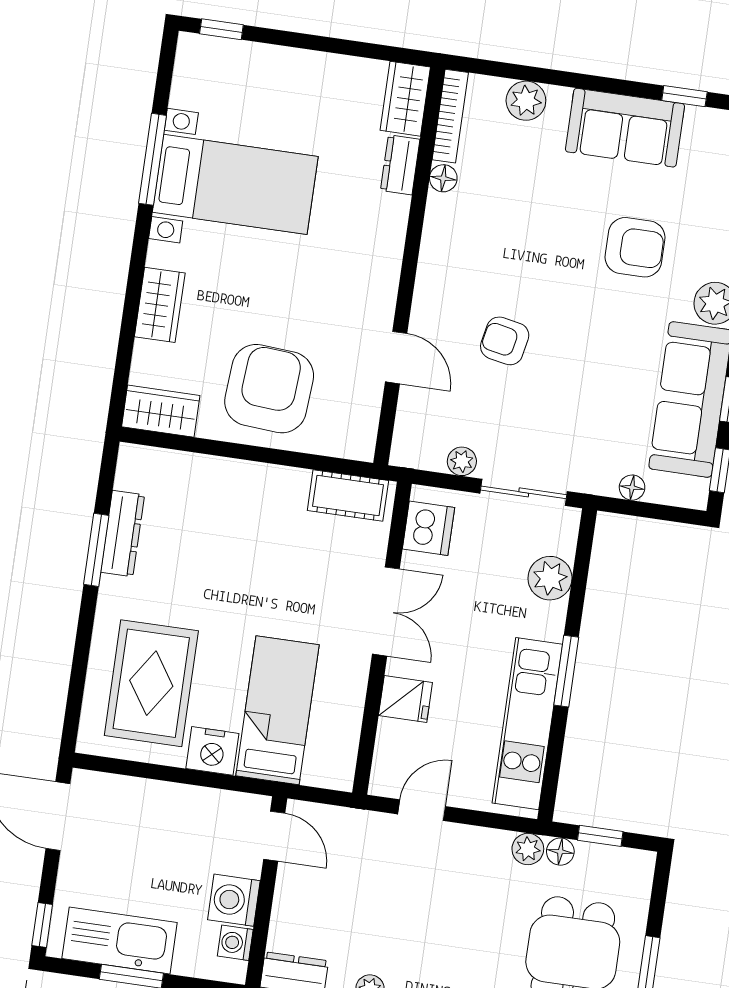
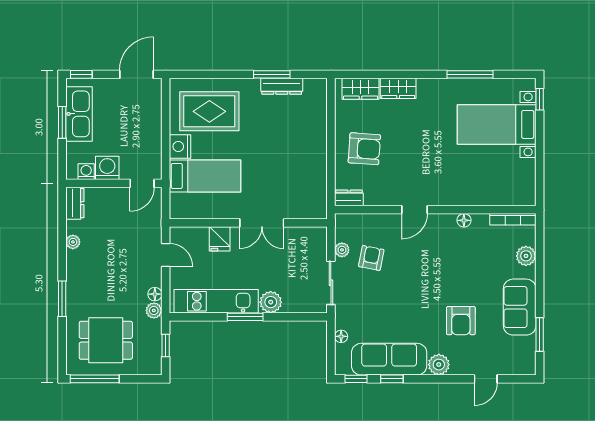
window: (684, 96) -> (540, 334), width x1.50
wardrobe: (405, 99) -> (518, 196), removed
dresser: (400, 165) -> (349, 198), moved
floor lamp: (443, 178) -> (464, 220), moved
bed with nightstands: (235, 184) -> (497, 124), moved, turned 90
armchair: (505, 341) -> (371, 258), moved
door: (396, 358) -> (415, 210), moved
armchair: (269, 389) -> (364, 149), width x0.73, depth x0.73
wardrobe: (161, 411) -> (361, 89), moved, turned 90
cot: (348, 496) -> (317, 196), removed
dishwasher: (429, 528) -> (306, 238), removed
plant: (550, 578) -> (271, 302), moved
floor lamp: (560, 852) -> (155, 294), moved

